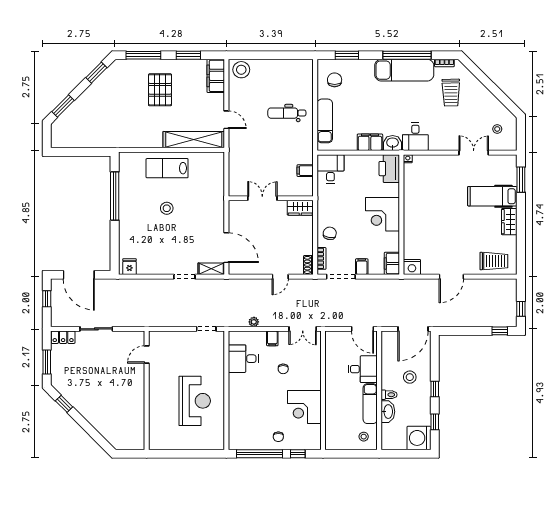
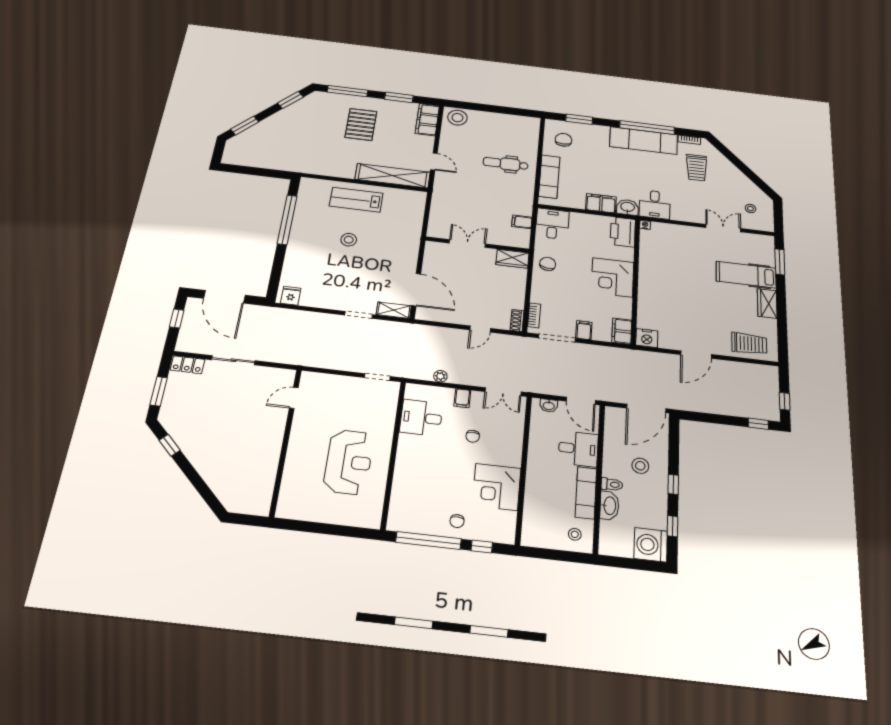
chair: (330, 233) -> (548, 264), moved
washbasin: (338, 336) -> (549, 406), added

